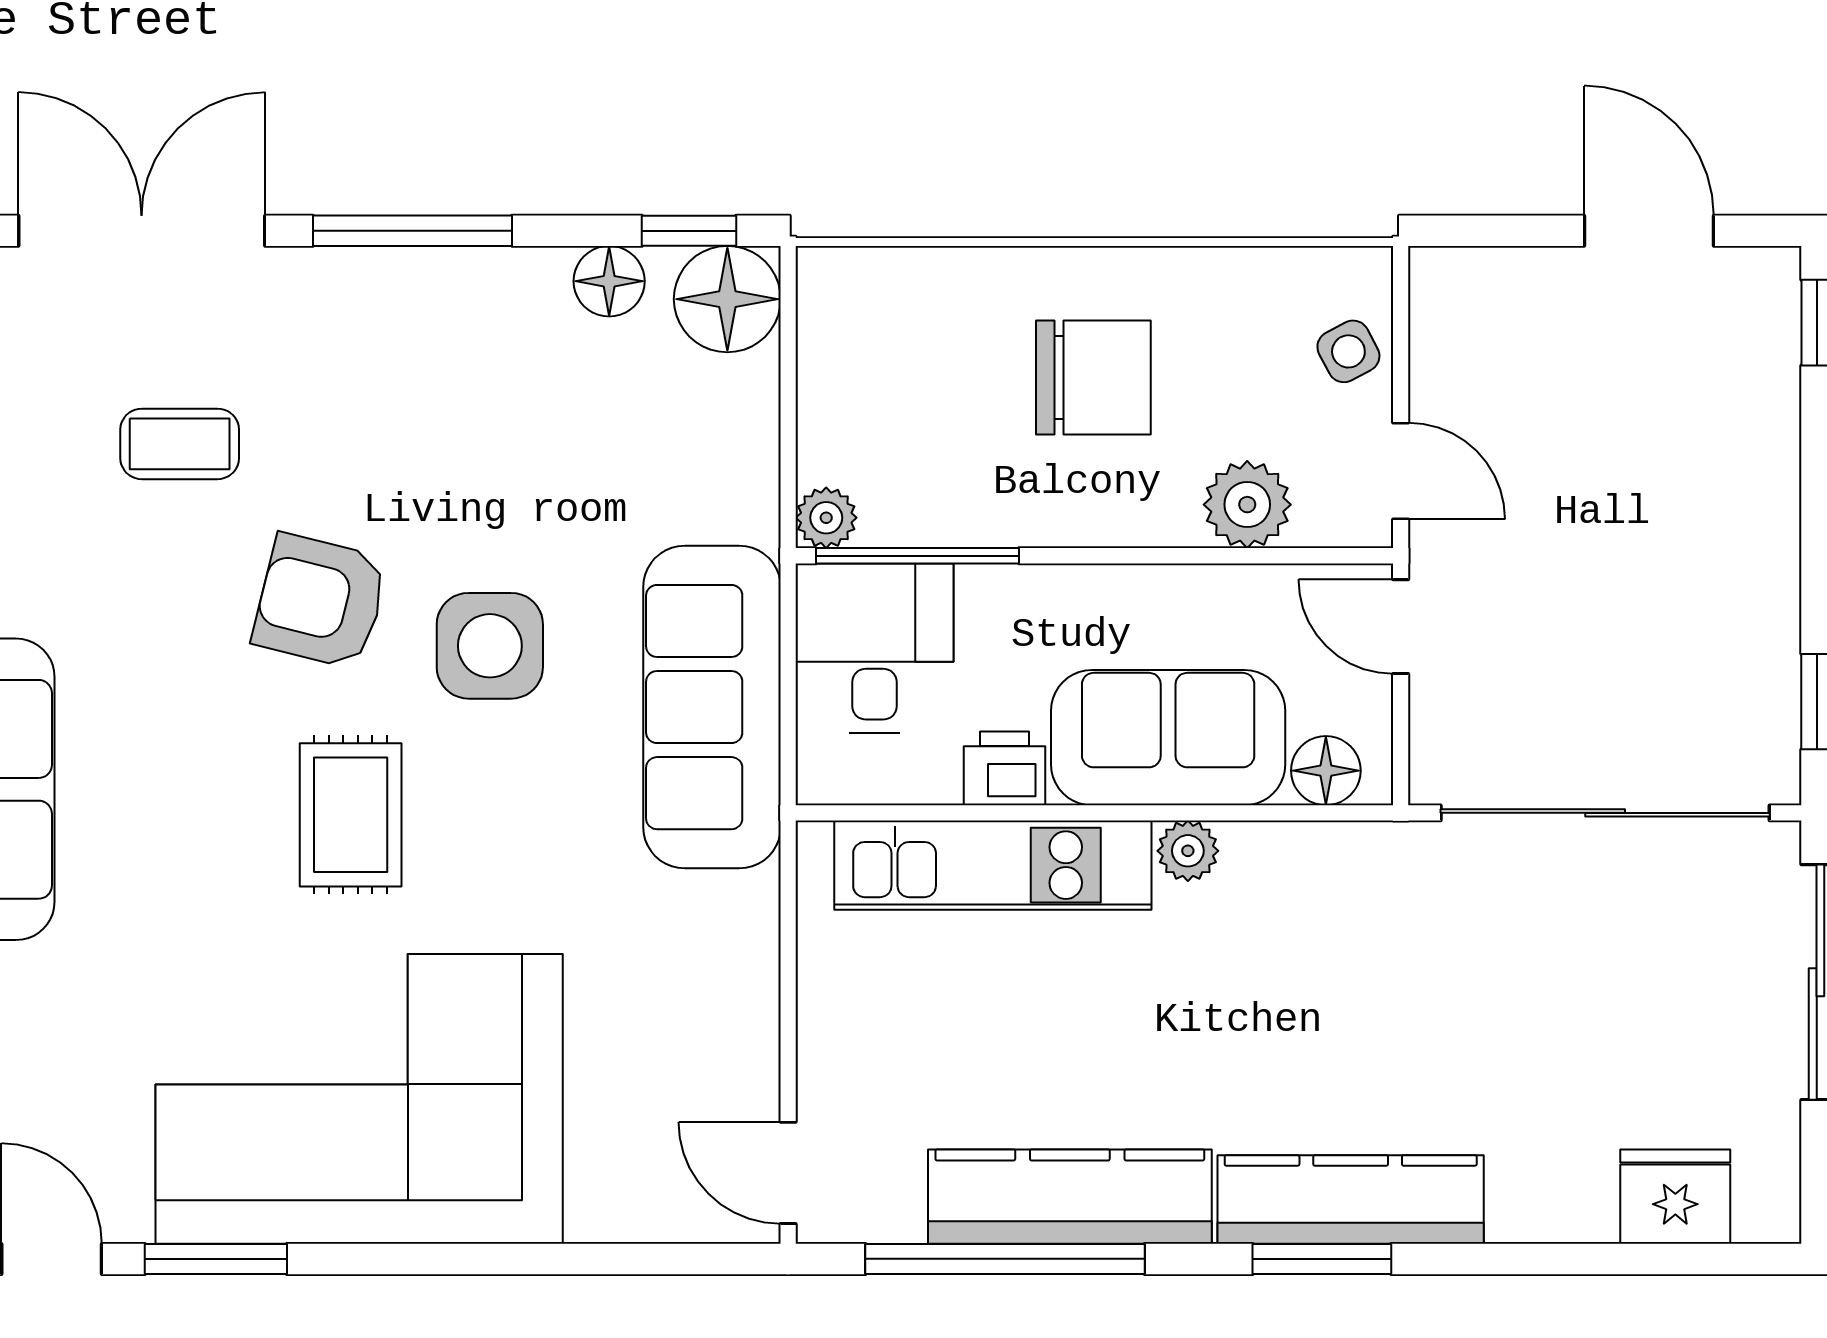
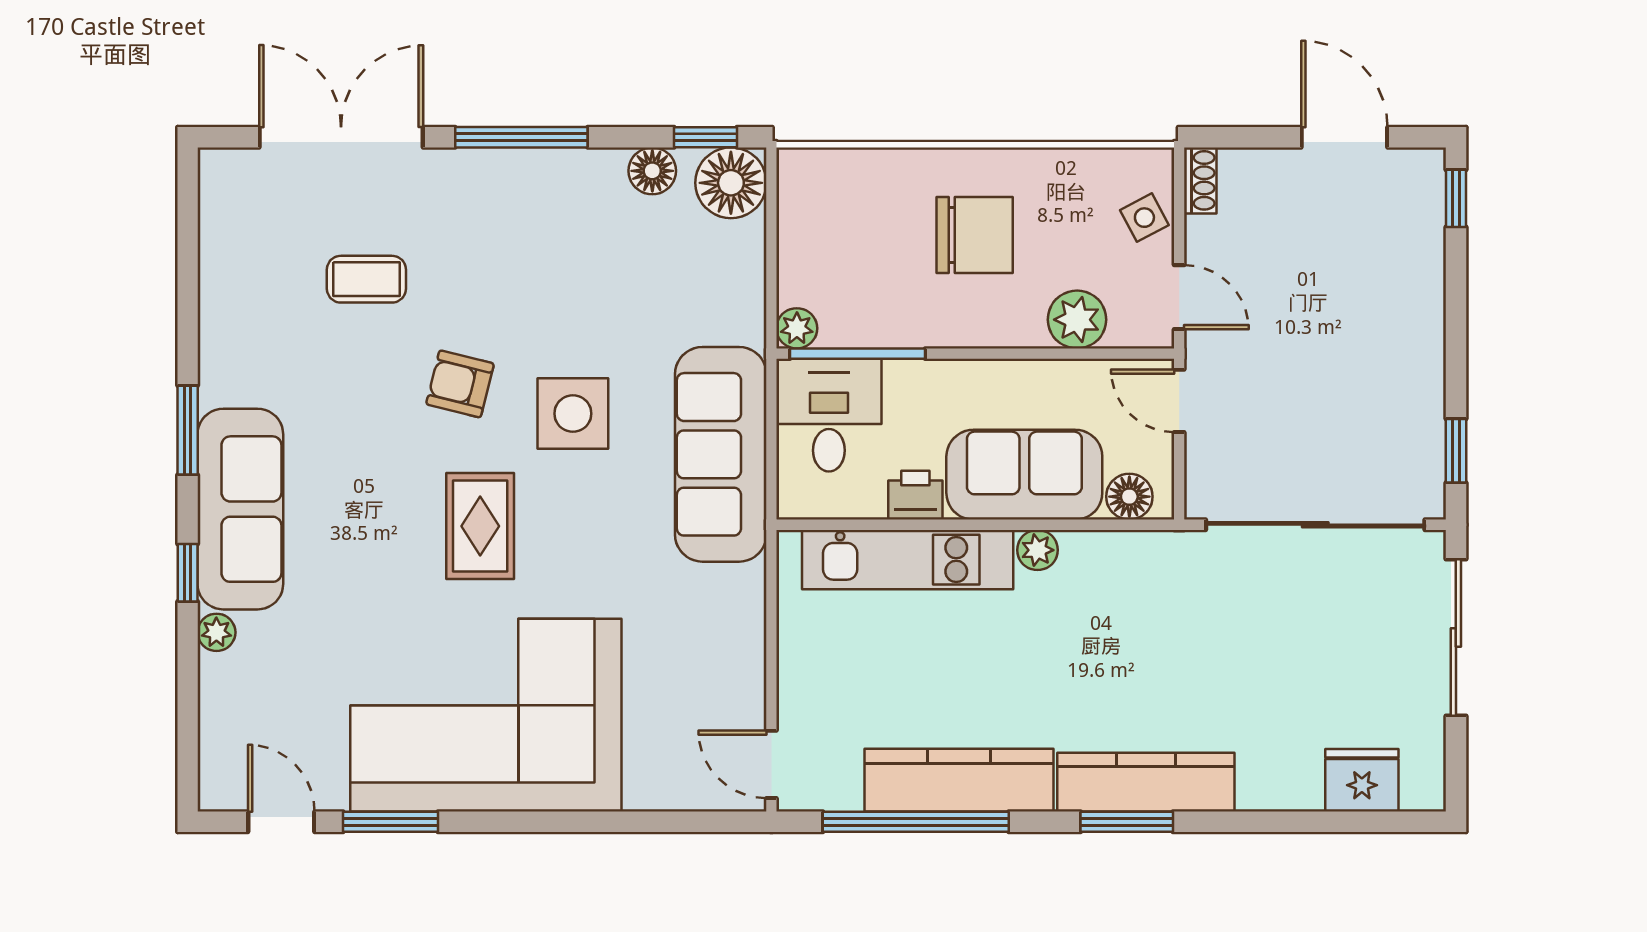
shoe rack: (1432, 296) -> (1200, 180), added
armchair: (320, 601) -> (460, 384), width x0.72, depth x0.72

